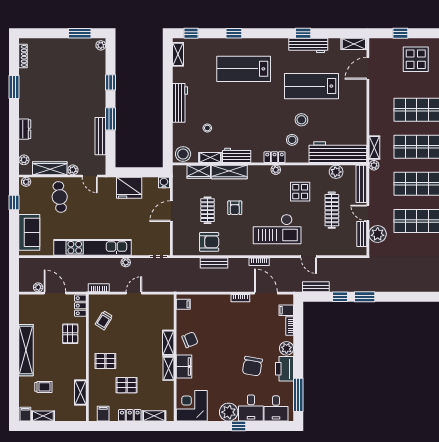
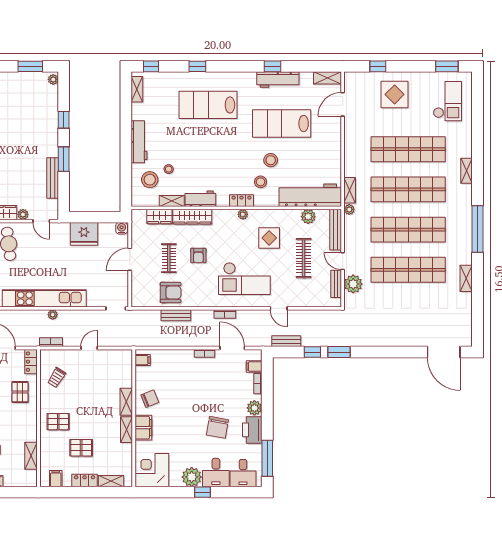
stool: (183, 154) -> (150, 180), moved
plant: (126, 262) -> (53, 315), moved

